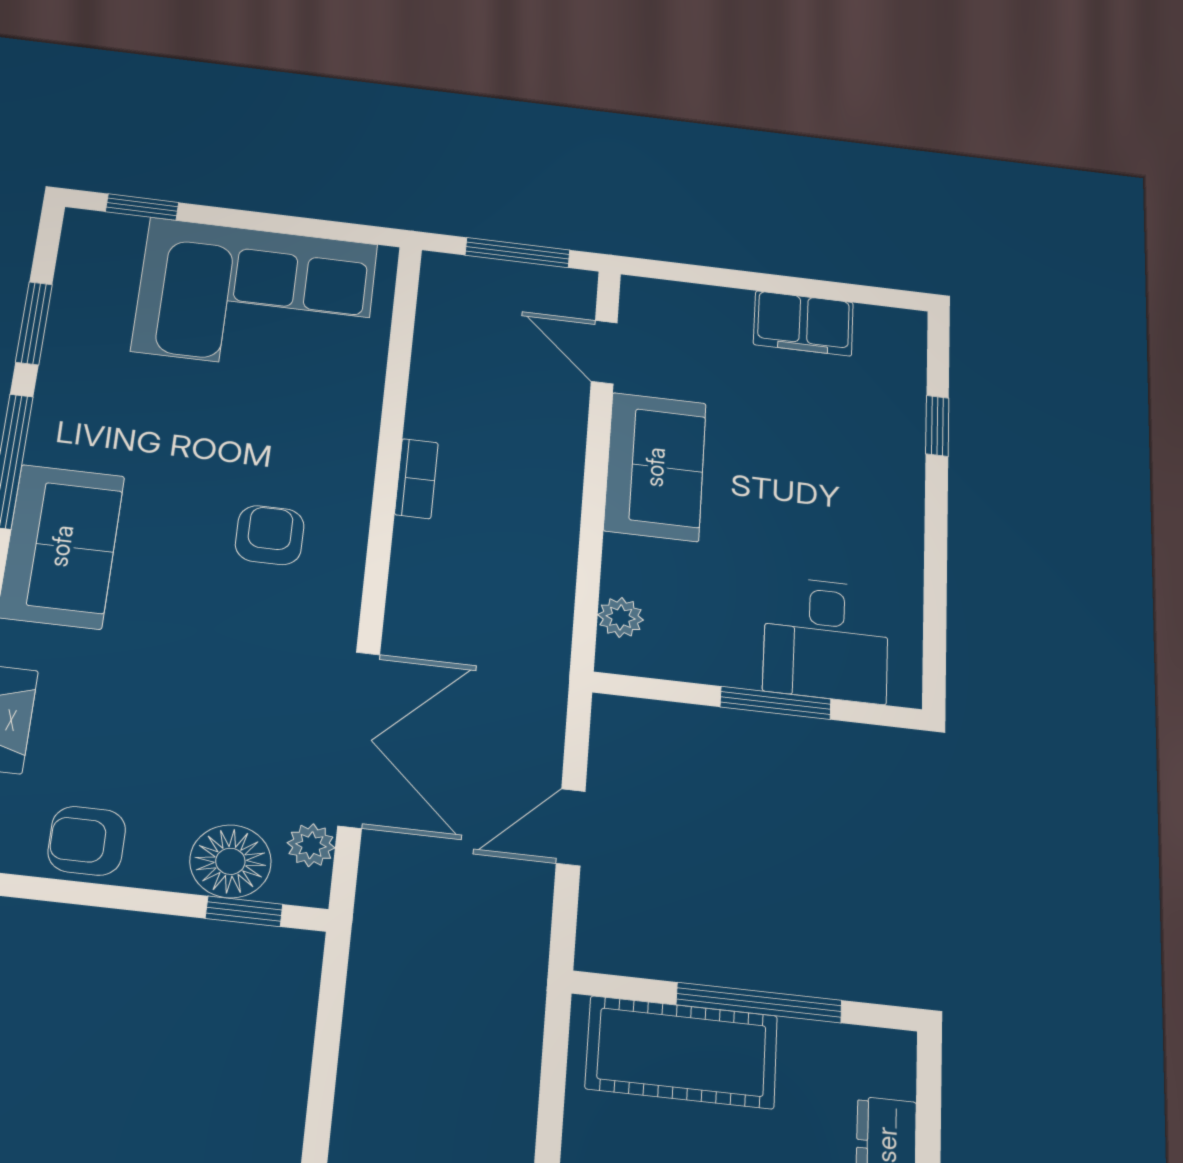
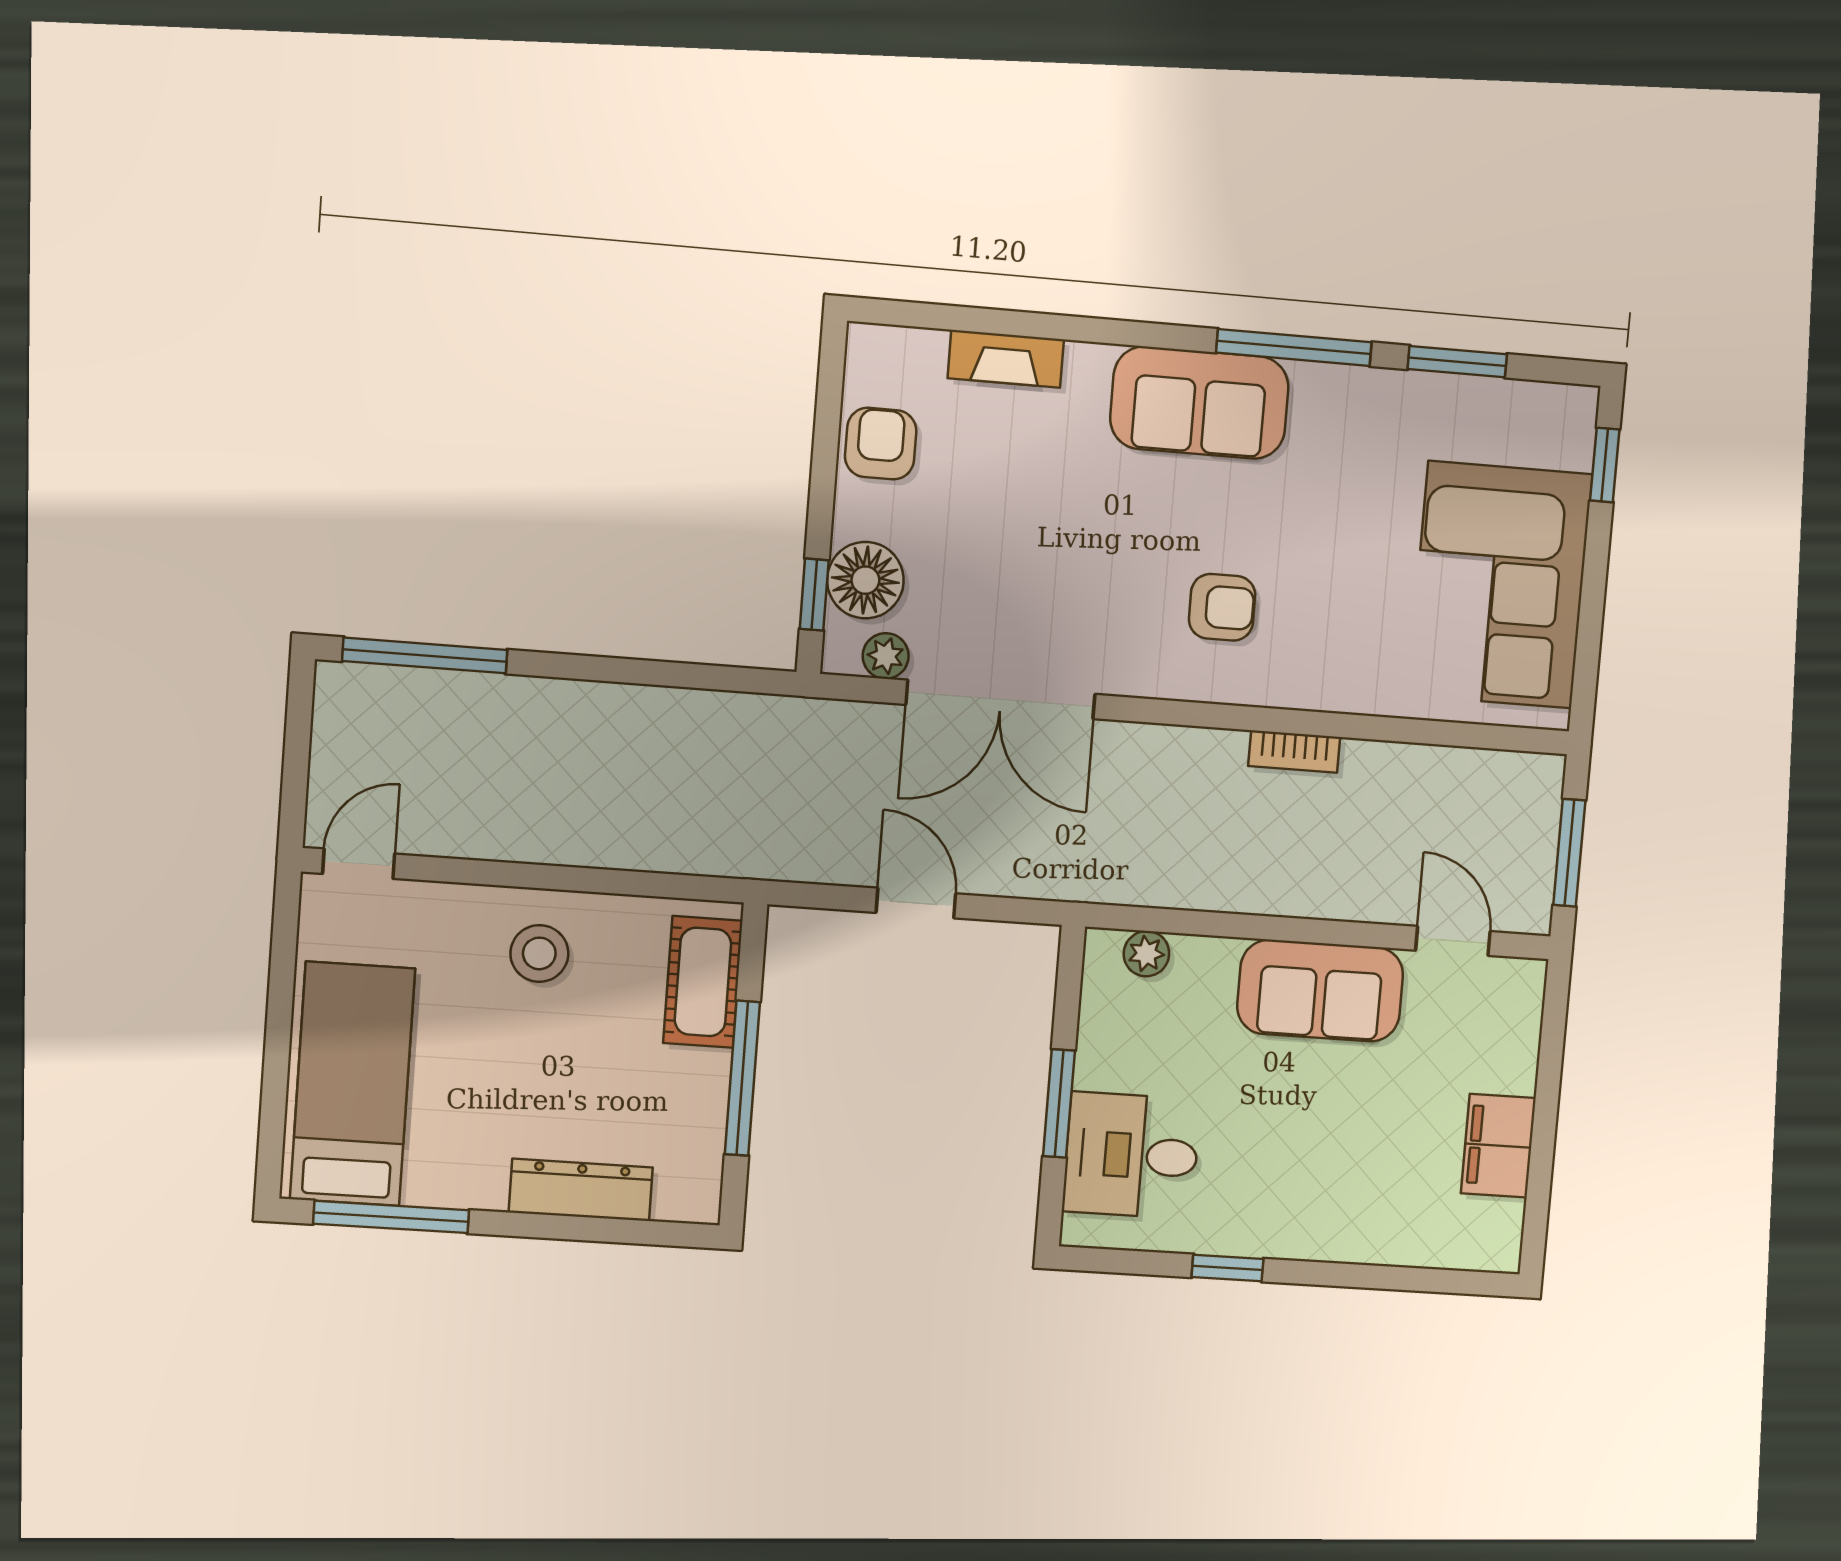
door: (604, 352) -> (1453, 941), hinge flipped
window: (937, 426) -> (1227, 1268), moved
cot: (682, 1052) -> (703, 982), width x0.73, depth x0.75

